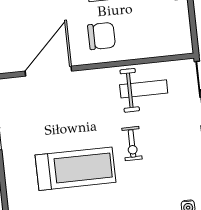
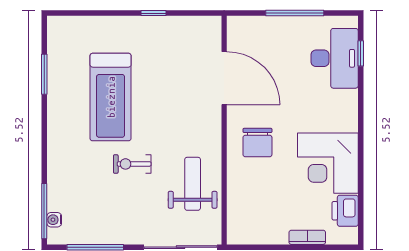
weight bench: (144, 89) -> (193, 184), turned 180

